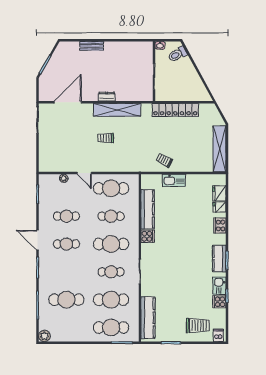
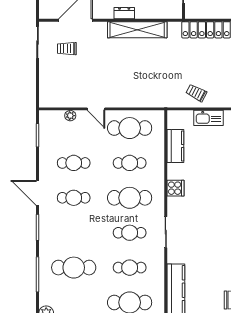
trolley: (106, 138) -> (67, 49), moved
kitchen counter: (148, 209) -> (175, 146), width x0.67
cafe table: (111, 300) -> (130, 268), width x0.73, depth x0.74

